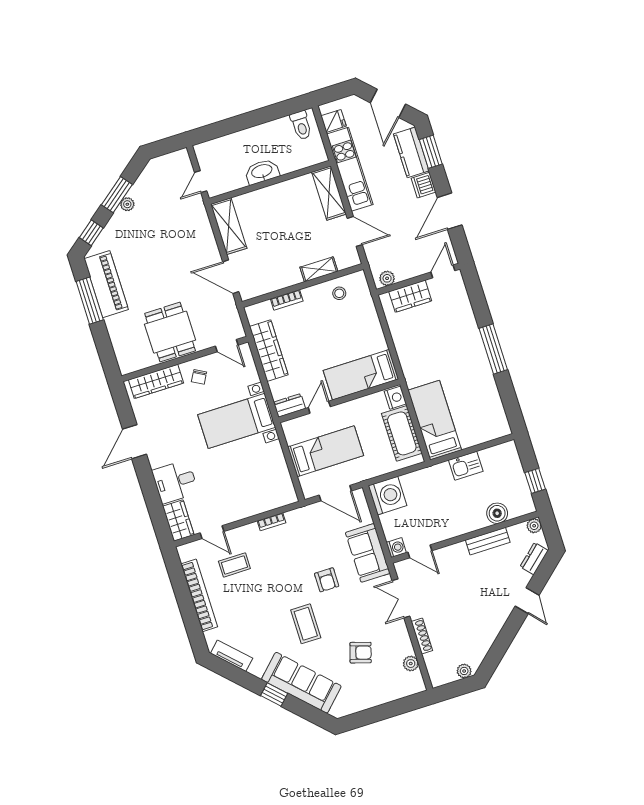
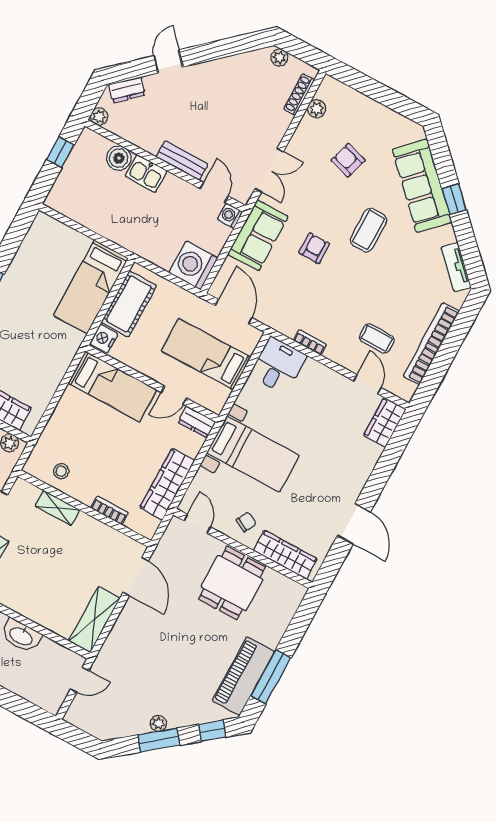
door: (134, 442) -> (354, 524), hinge flipped
kitchen sink: (466, 466) -> (146, 173), moved, turned 180
desk: (175, 482) -> (278, 365), moved, turned -90
bench: (488, 541) -> (182, 161), moved
shoe rack: (422, 636) -> (299, 94), moved

